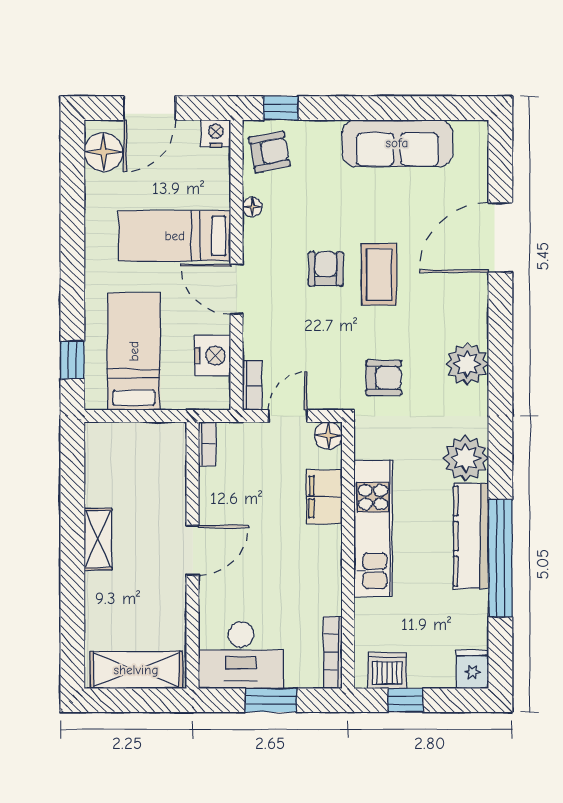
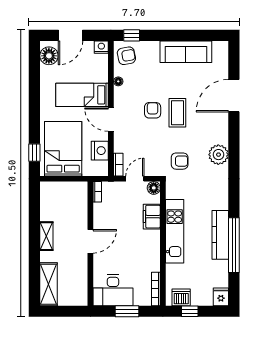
bed: (134, 351) -> (63, 149), width x1.50
plant: (466, 458) -> (218, 198), removed
shelving: (136, 670) -> (49, 284), moved, turned 90

